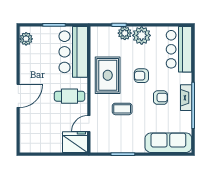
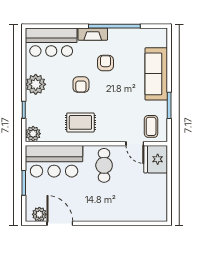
plant: (125, 33) -> (33, 134), moved
rug: (108, 75) -> (80, 122), width x0.73, depth x0.70
door: (18, 96) -> (60, 223), moved
fireplace: (186, 98) -> (93, 34), moved
coffee table: (122, 109) -> (151, 126), moved
sofa: (168, 143) -> (156, 74), moved

